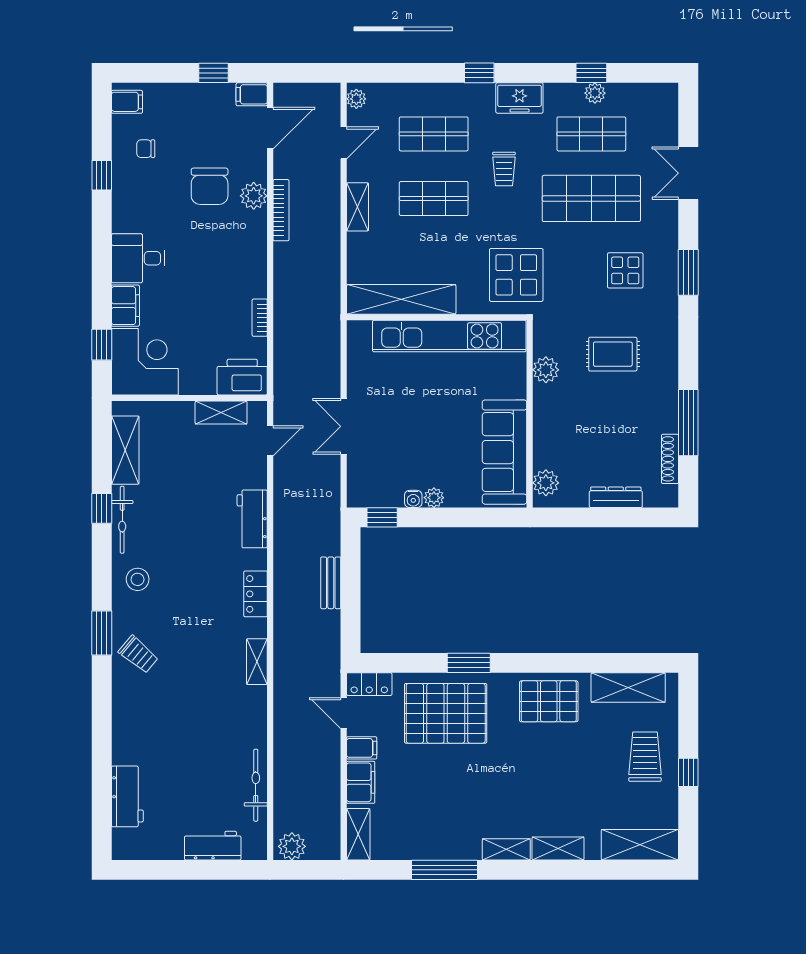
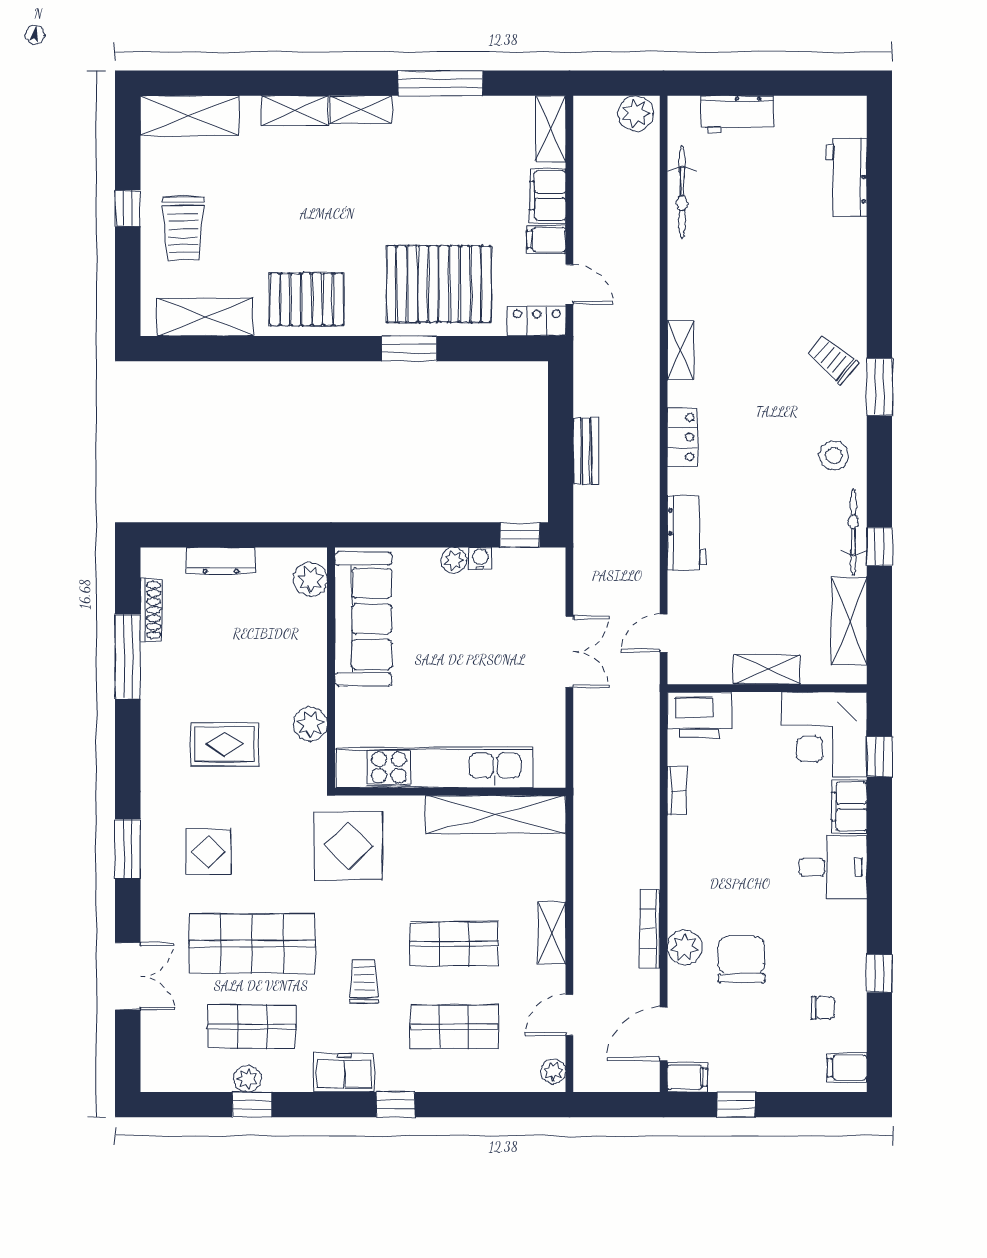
shelving: (221, 413) -> (767, 669), moved

